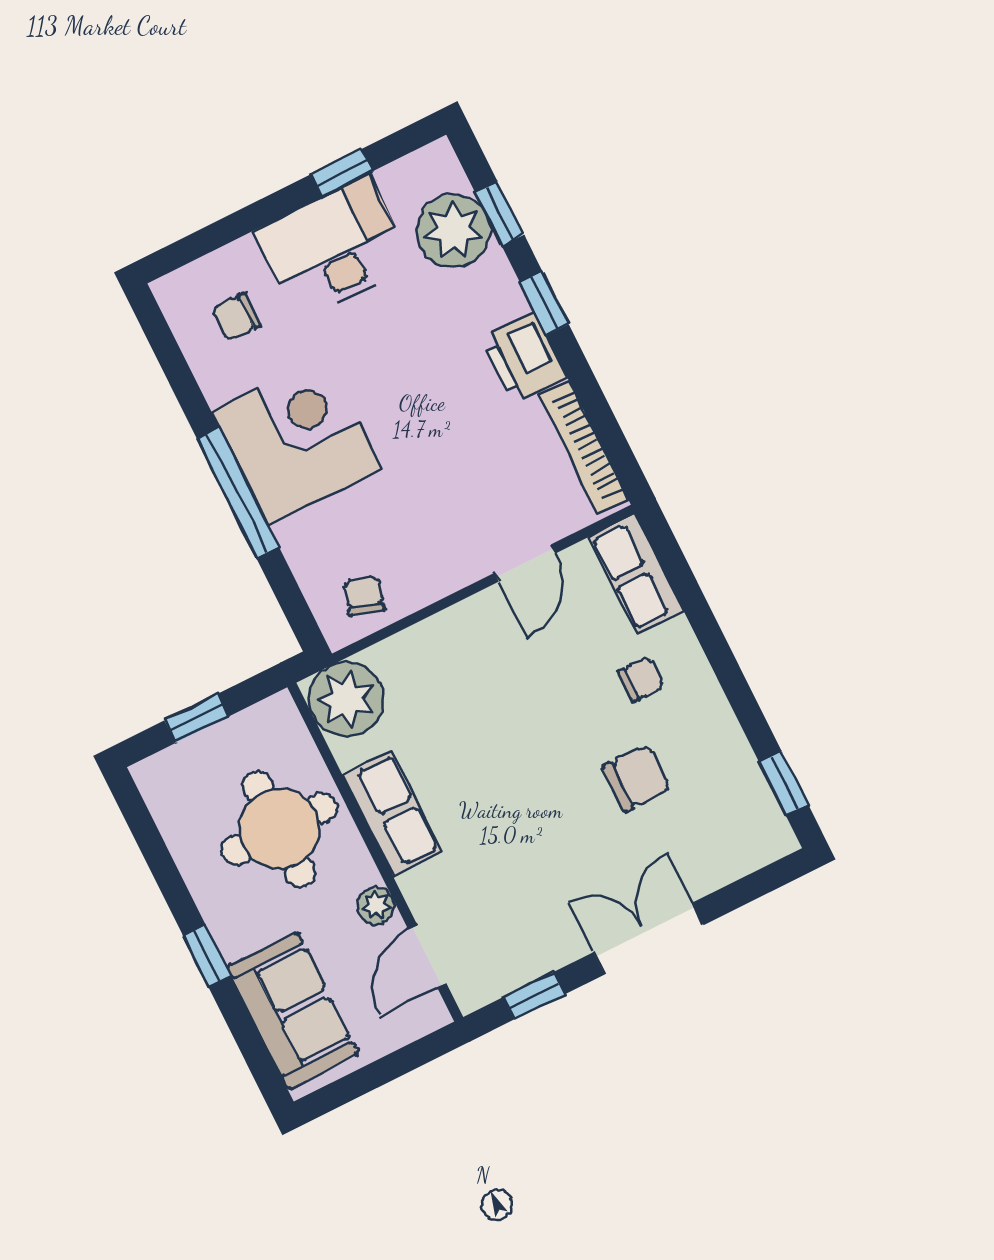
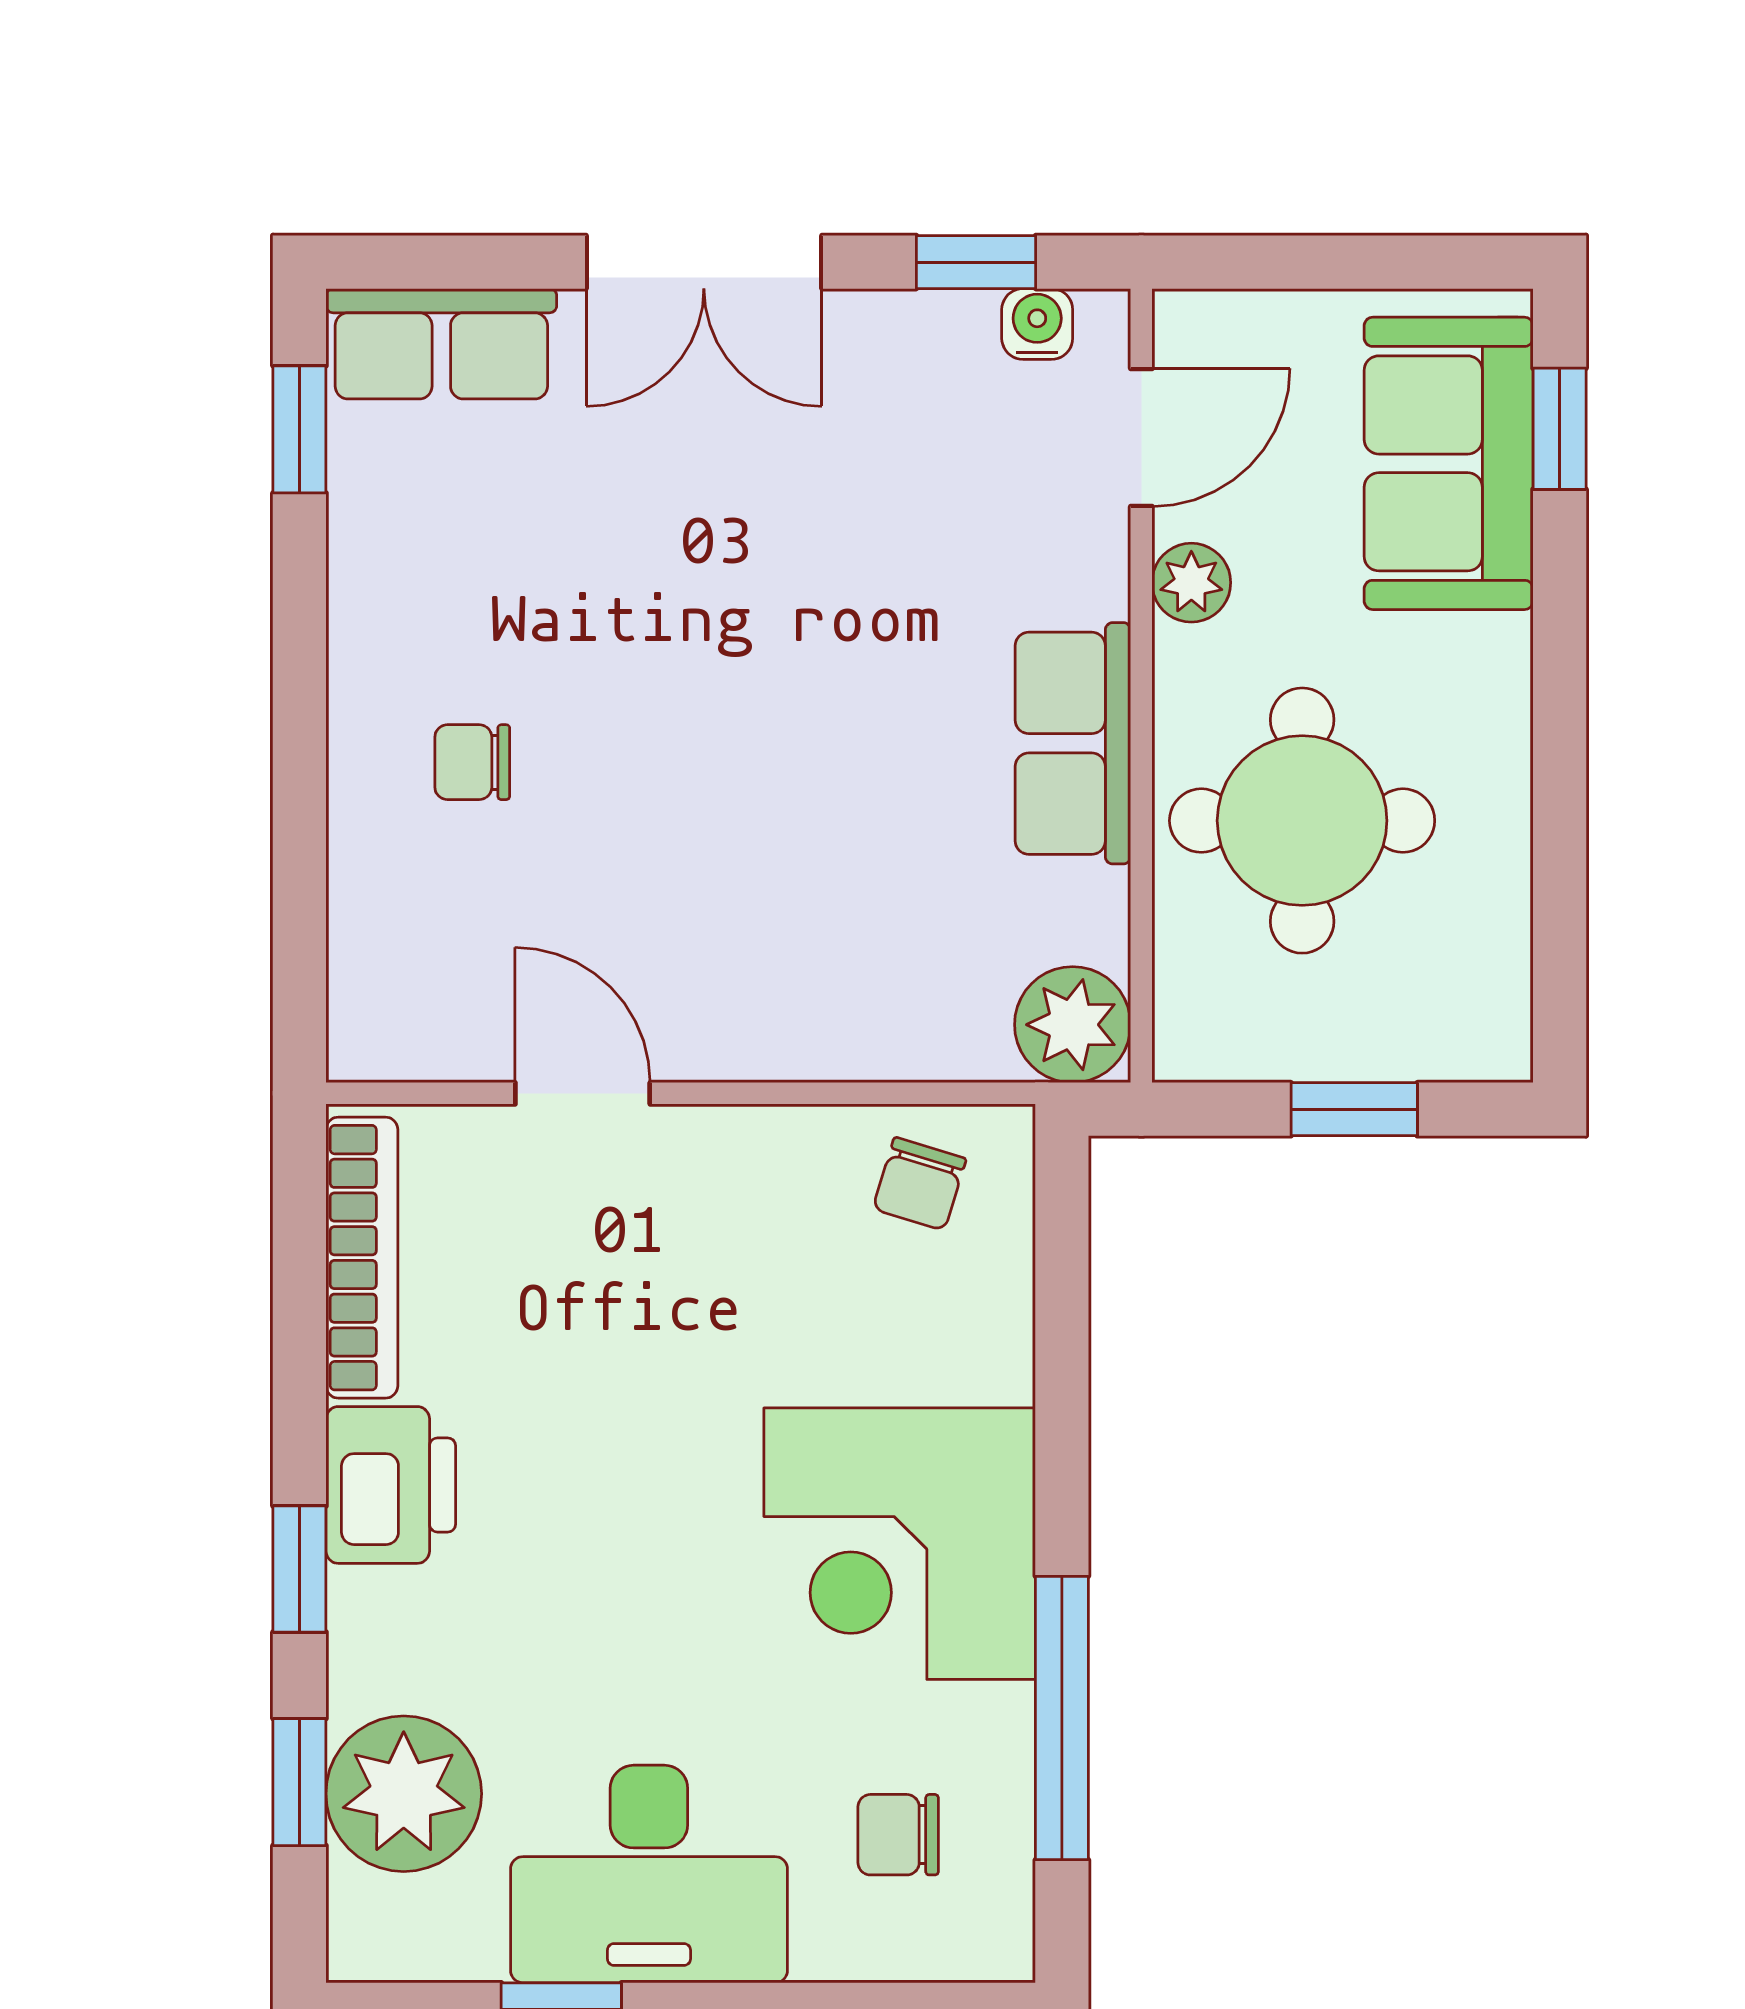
chair: (236, 317) -> (898, 1835), turned 180
window: (238, 493) -> (1062, 1718), moved
door: (525, 563) -> (583, 1093), hinge flipped
row of seats: (636, 574) -> (441, 344), moved, turned 90
plant: (346, 699) -> (1073, 1025), width x0.73, depth x0.73
chair: (637, 778) -> (574, 579), removed
window: (207, 956) -> (1560, 429), moved
water cooler: (495, 983) -> (1037, 324), added

